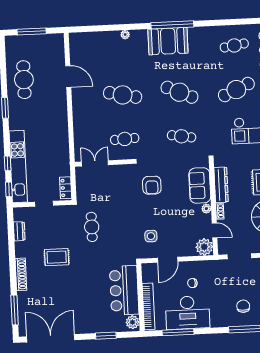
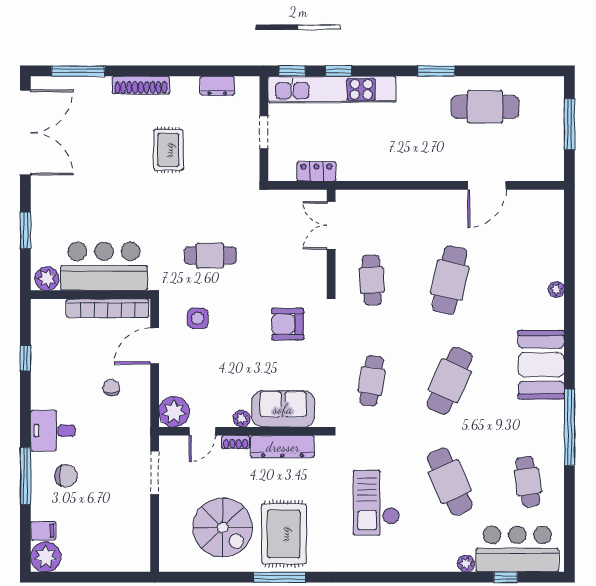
window: (172, 25) -> (569, 427), moved
double door: (95, 163) -> (331, 225), swing flipped
locker: (66, 188) -> (316, 171), moved
cafe table: (92, 227) -> (210, 255), moved
door: (168, 260) -> (155, 346), hinge flipped
bookcase: (149, 306) -> (108, 308), moved
desk: (188, 313) -> (53, 431), moved, width x0.53, depth x0.77
window: (178, 332) -> (25, 358), width x0.46

